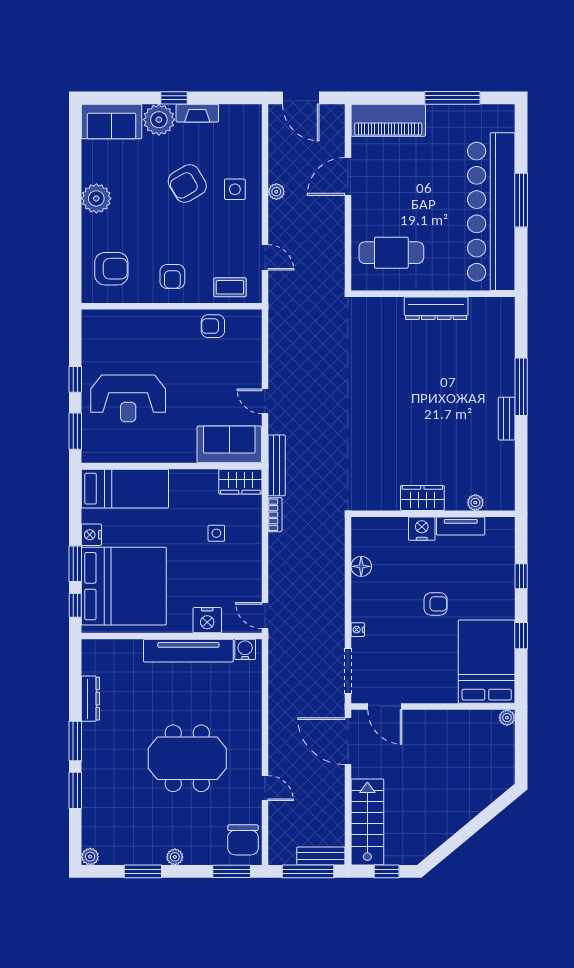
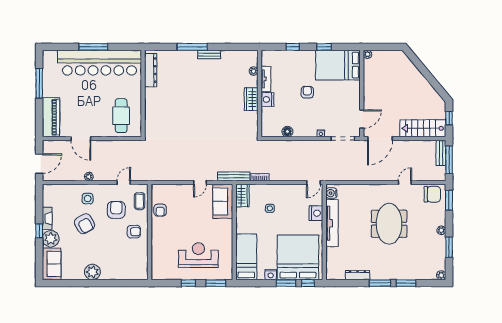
armchair: (111, 269) -> (116, 210), moved
dresser: (436, 308) -> (151, 70), moved
reception desk: (128, 398) -> (198, 255), turned -90

